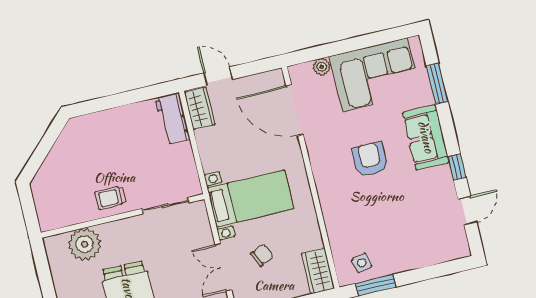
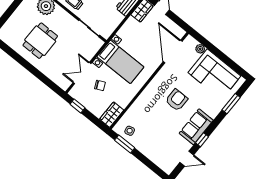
sofa: (426, 137) -> (196, 127), moved

